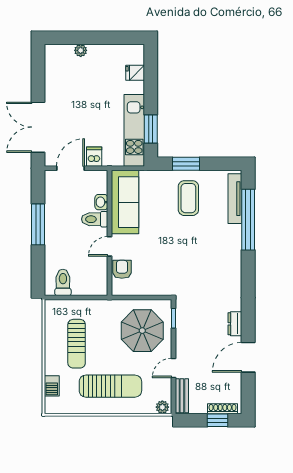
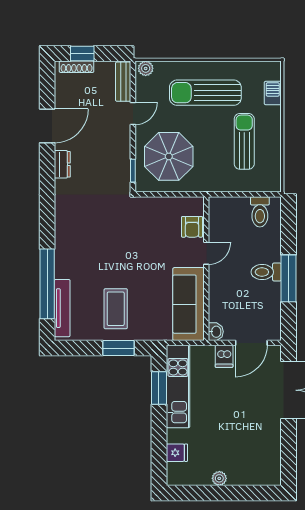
plant: (81, 50) -> (219, 478), moved
washbasin: (101, 202) -> (216, 332), moved
toilet: (95, 219) -> (266, 272), moved, turned 180

